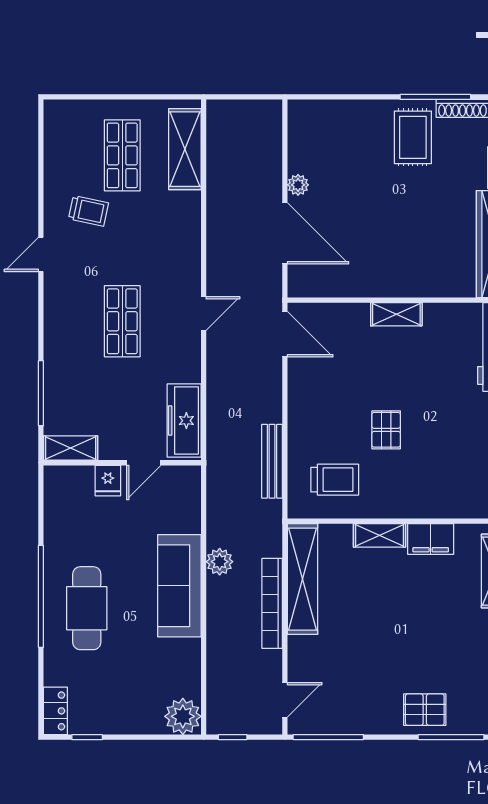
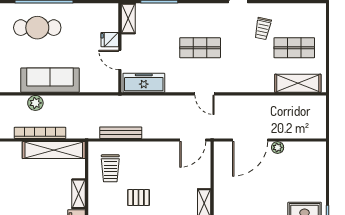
plant: (220, 562) -> (35, 103), moved

